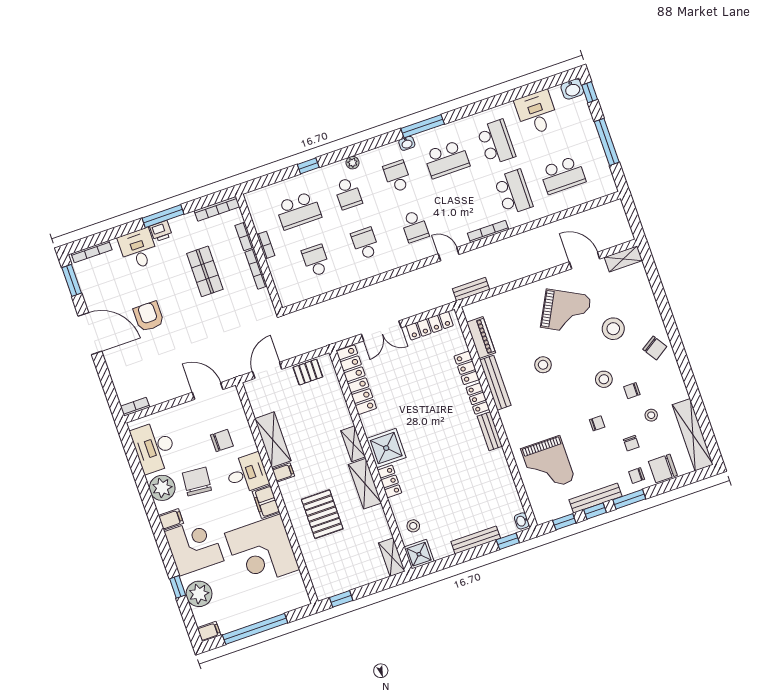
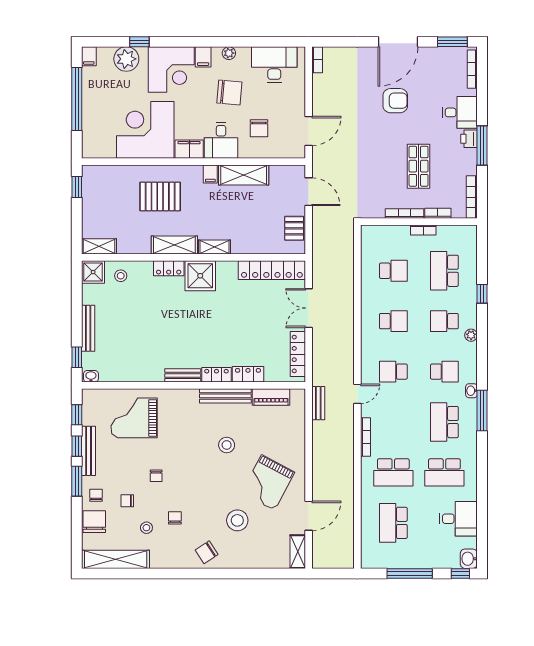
shop shelf: (205, 271) -> (419, 166), turned 90
stool: (604, 379) -> (194, 496), removed
plant: (162, 488) -> (229, 53), width x0.53, depth x0.53

